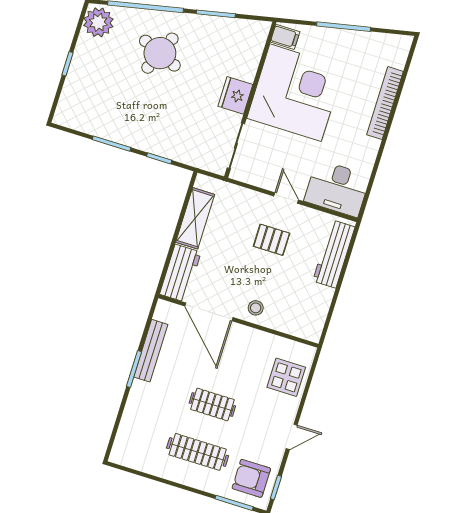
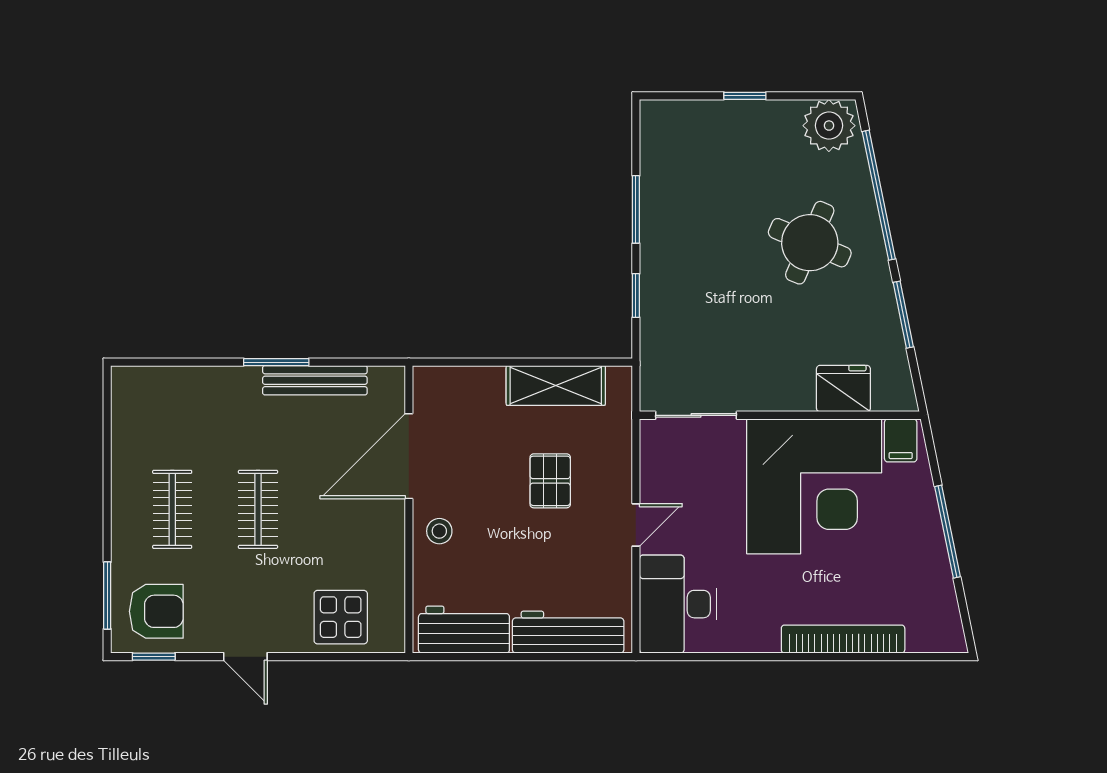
fridge: (235, 95) -> (843, 389), moved
pallet: (272, 240) -> (550, 481), moved
workbench: (180, 273) -> (464, 630), moved, turned 180
clothes rail: (198, 452) -> (172, 509), width x0.73
armchair: (251, 478) -> (156, 611), turned 90

